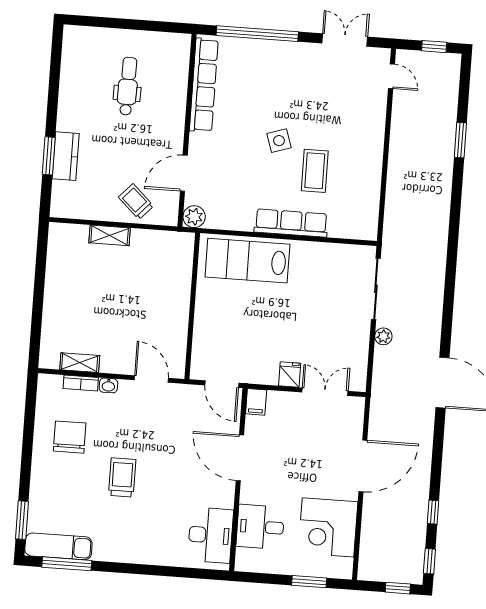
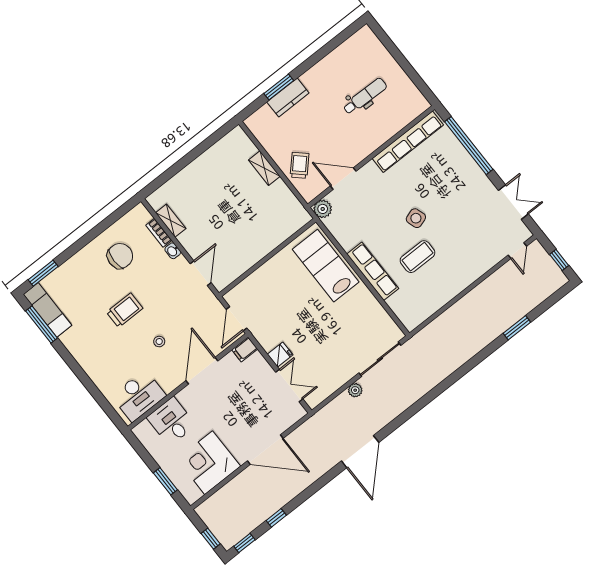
stool: (179, 472) -> (159, 341), added

